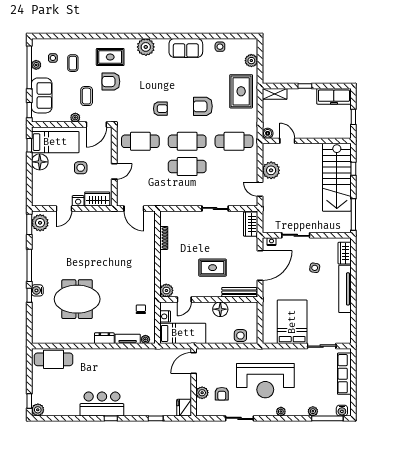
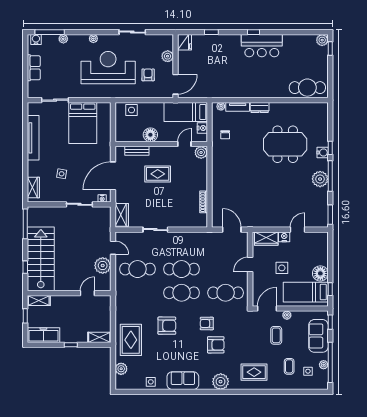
armchair: (111, 82) -> (216, 345), moved
boiler: (268, 133) -> (106, 300), removed
shelving: (339, 133) -> (39, 300), added
cafe table: (234, 141) -> (137, 269), moved
door: (287, 141) -> (87, 293), swing flipped
plant: (40, 223) -> (320, 179), moved
tv unit: (345, 289) -> (33, 138), moved
bench: (239, 292) -> (137, 151), width x0.73
row of seats: (344, 374) -> (34, 68), width x0.68
armchair: (222, 394) -> (148, 75), moved

